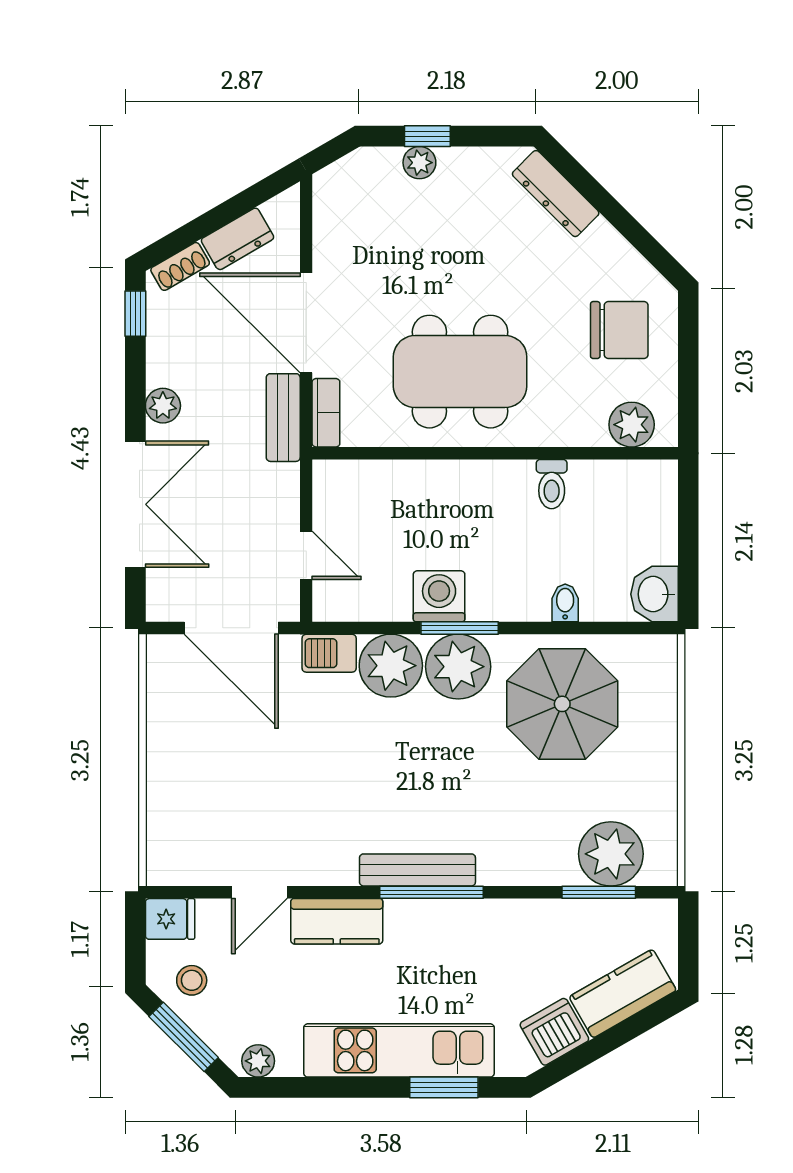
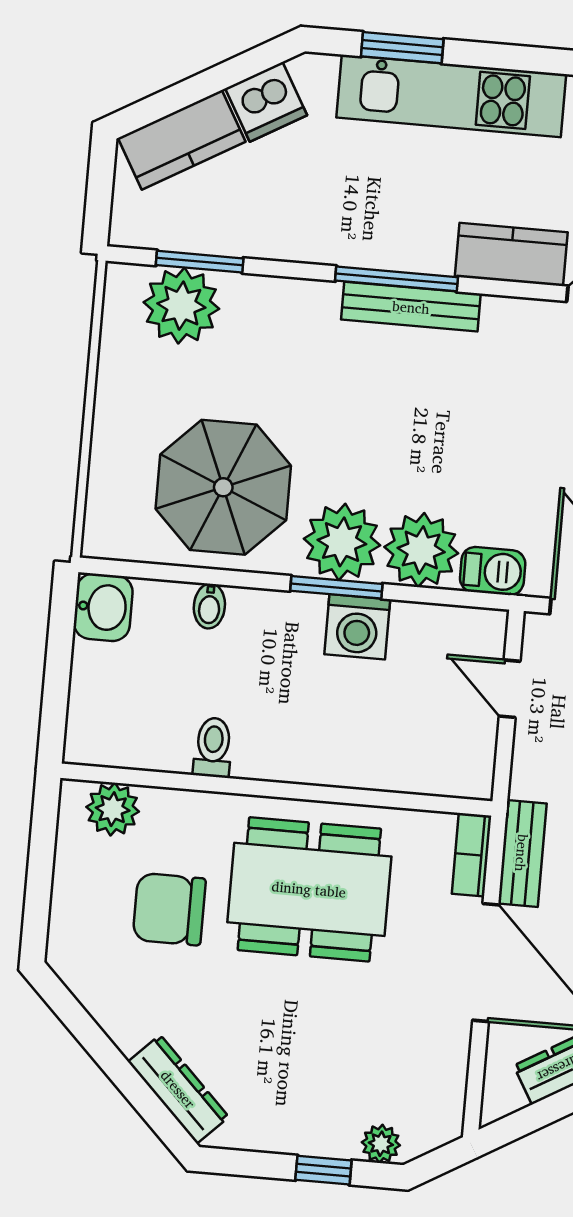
plant: (419, 163) -> (381, 1144), moved
chair: (619, 330) -> (169, 909), moved

